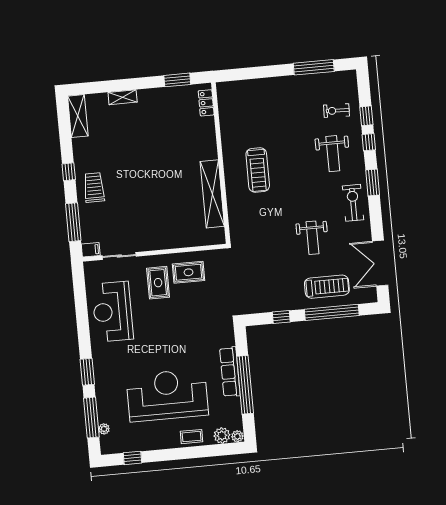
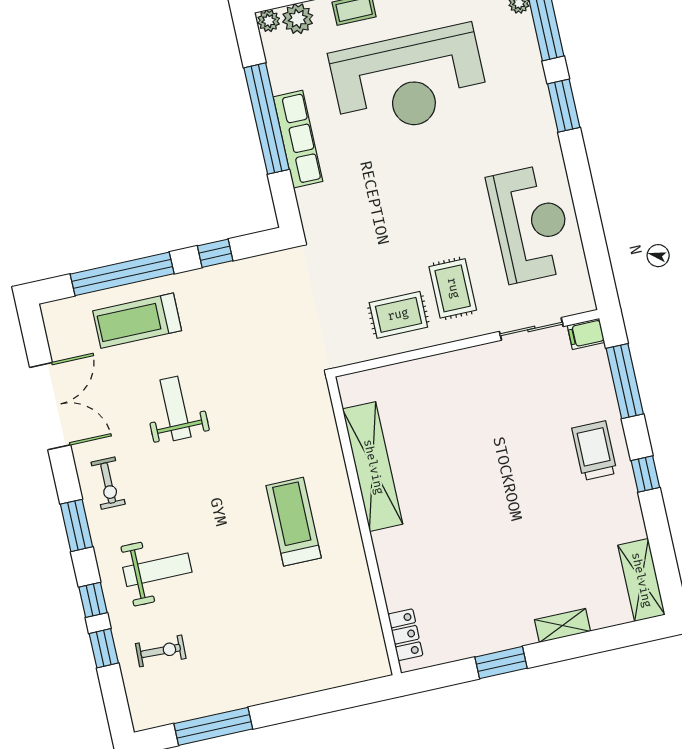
window: (177, 80) -> (501, 663), moved
weight bench: (333, 154) -> (157, 570), turned 90
trolley: (94, 188) -> (594, 451), turned 180
exercise bike: (353, 203) -> (108, 483), width x0.73, depth x0.72
double door: (380, 263) -> (50, 406), moved

